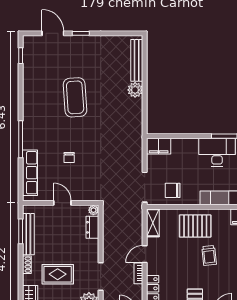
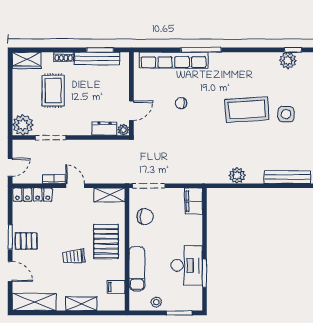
plant: (30, 60) -> (288, 60), added
side table: (79, 62) -> (286, 114), added
plant: (135, 90) -> (237, 175), moved
row of seats: (30, 173) -> (174, 60), width x1.36
chair: (173, 190) -> (145, 217), turned 90
door: (62, 203) -> (131, 111), moved

